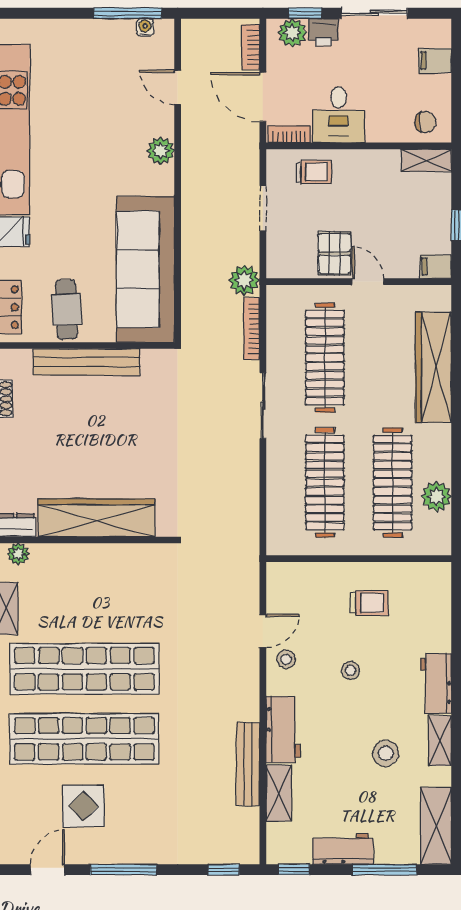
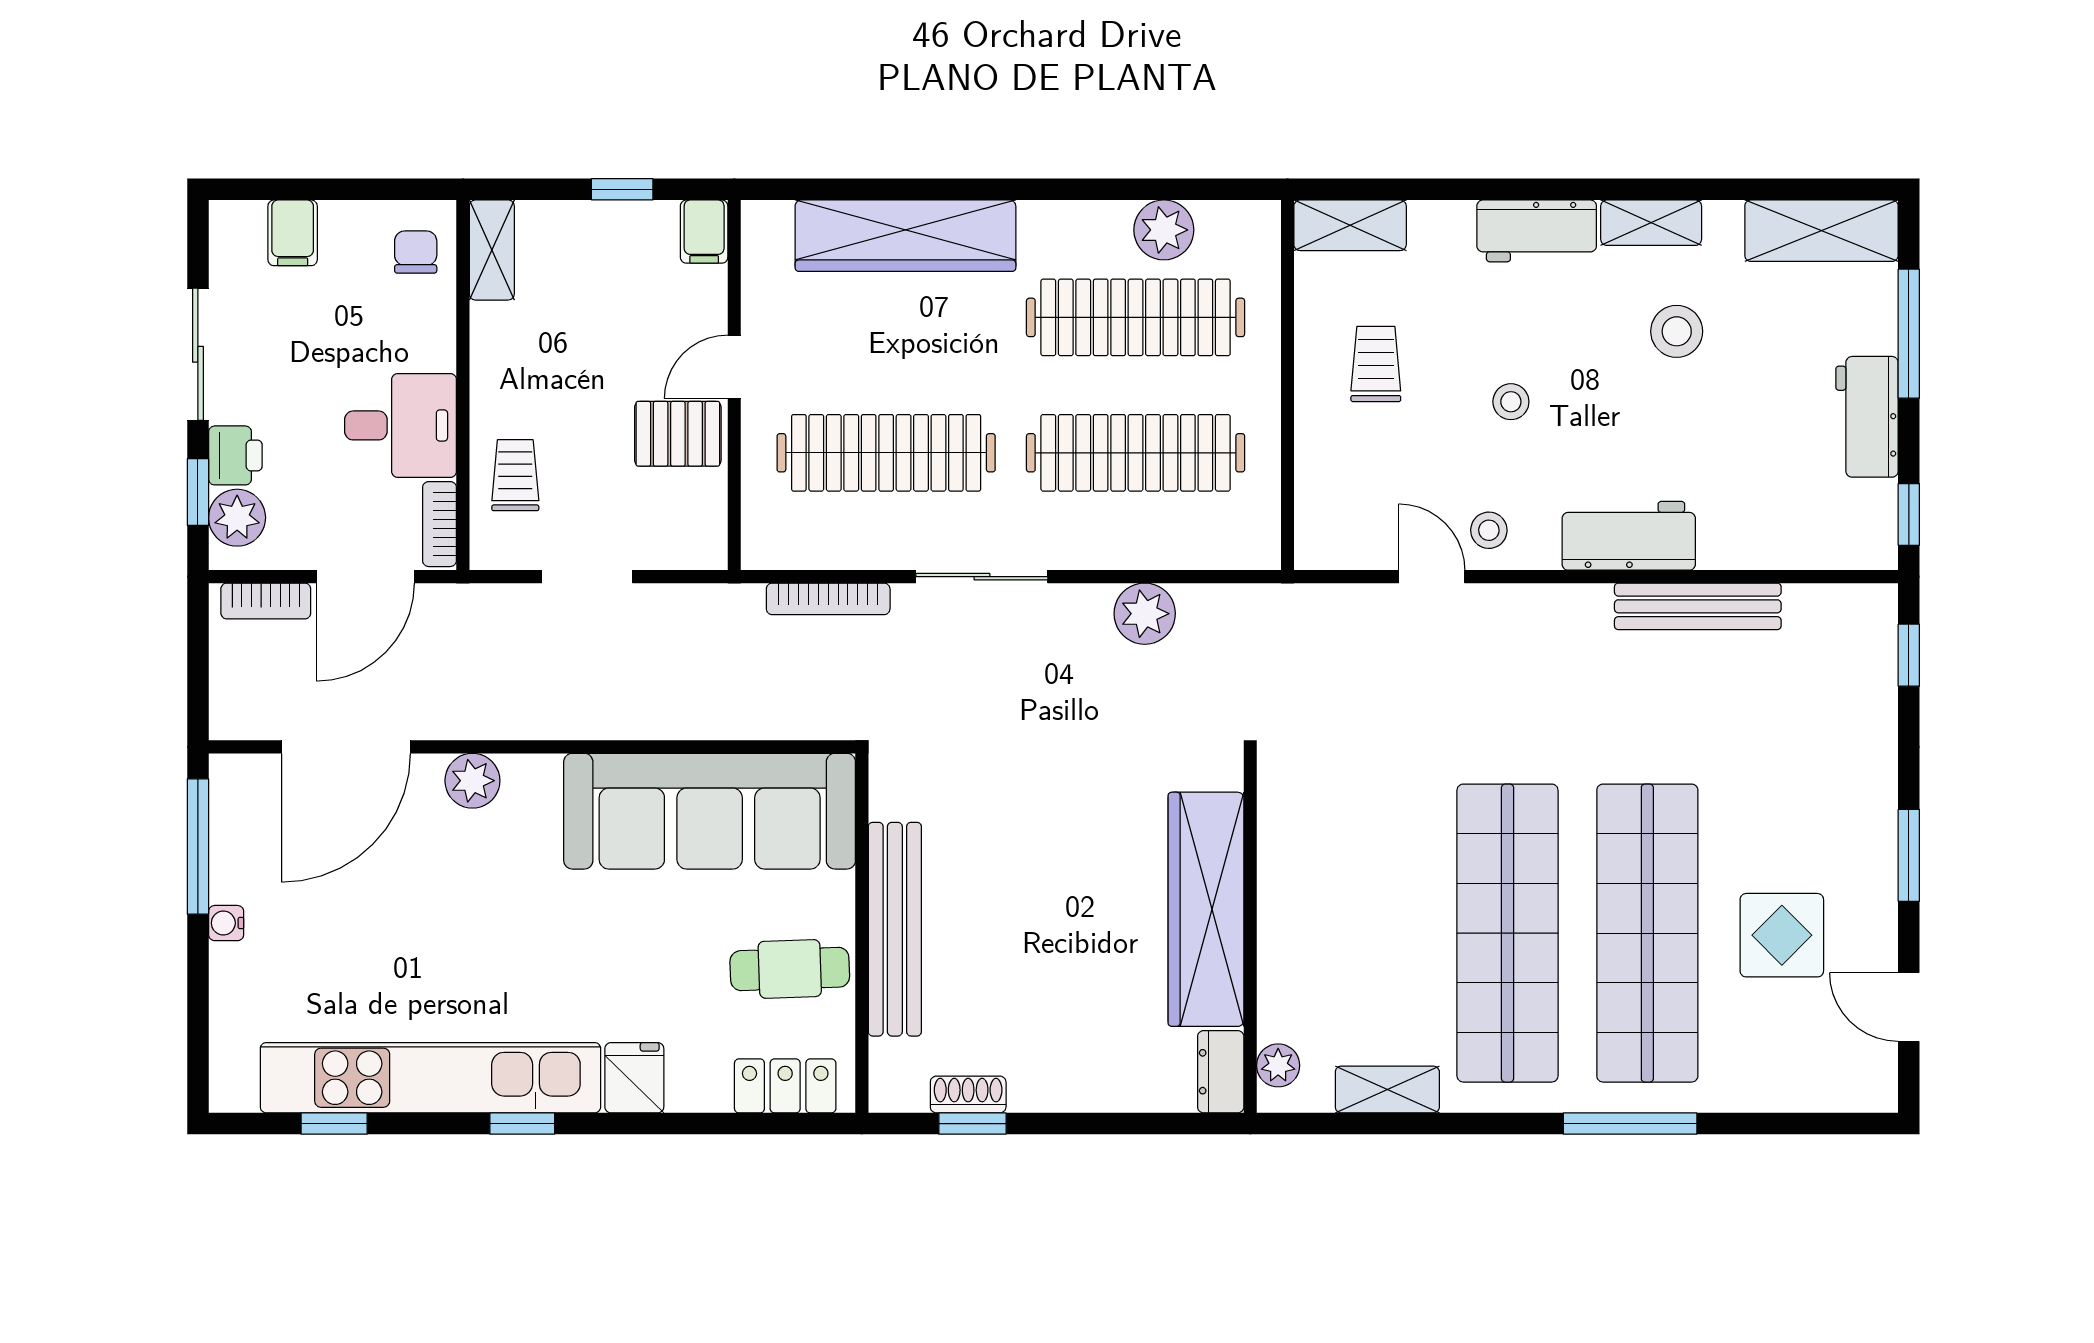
water cooler: (145, 27) -> (226, 923), moved
door: (178, 87) -> (346, 747), width x1.87
plant: (244, 280) -> (1145, 614), moved
shelving: (279, 793) -> (1350, 225), moved
window: (123, 870) -> (1909, 855), width x0.69

